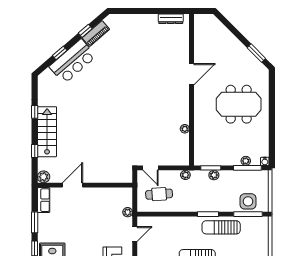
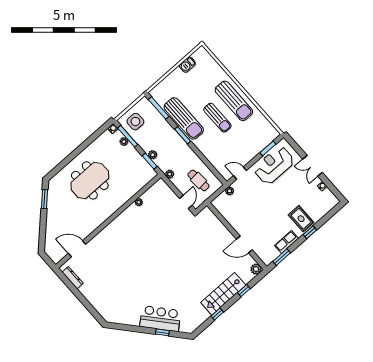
window: (85, 31) -> (132, 328), removed
piano: (96, 33) -> (128, 320), removed
door: (191, 74) -> (77, 249), moved
meeting table: (239, 104) -> (90, 180), turned 90
row of seats: (44, 200) -> (287, 242), moved
side table: (248, 201) -> (135, 122), moved
window: (35, 222) -> (282, 257), moved
sun lounger: (221, 227) -> (184, 118), width x1.36, depth x1.34

